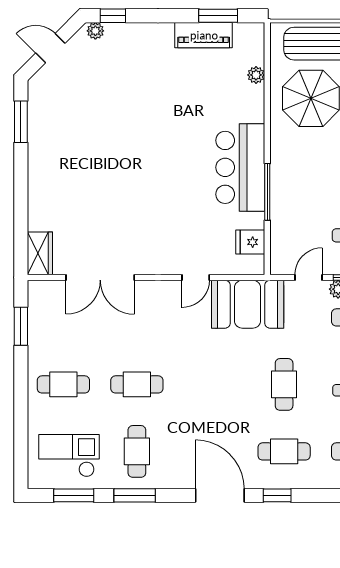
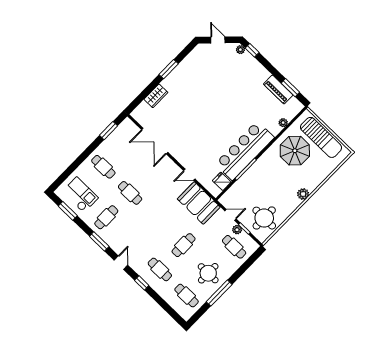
window: (21, 122) -> (169, 69), moved
bar counter: (240, 167) -> (245, 151), width x1.36
wardrobe: (40, 253) -> (156, 96), moved
window: (135, 495) -> (99, 241), moved
door: (220, 495) -> (121, 263), width x0.53

